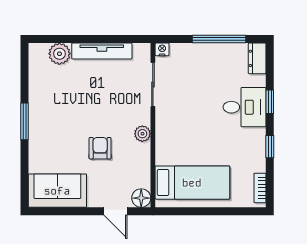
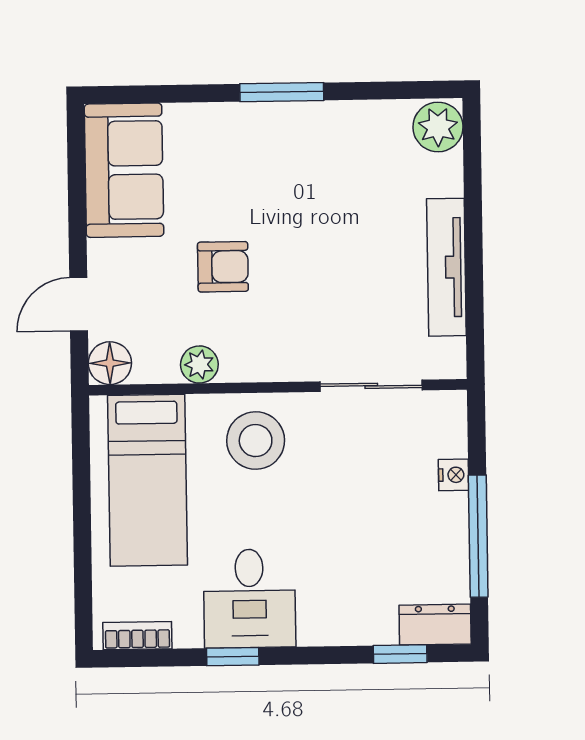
nightstand: (162, 49) -> (454, 475), moved
plant: (59, 54) -> (438, 127), moved
window: (270, 102) -> (400, 654), moved
desk: (245, 107) -> (249, 598), moved
plant: (142, 134) -> (199, 365), moved
stool: (176, 135) -> (256, 441), added

